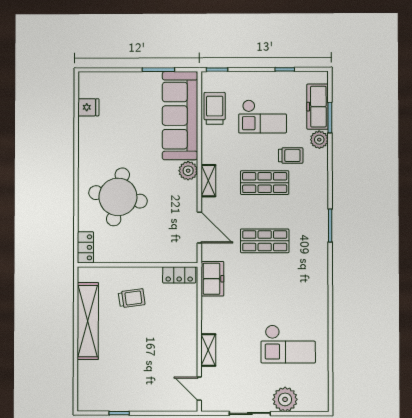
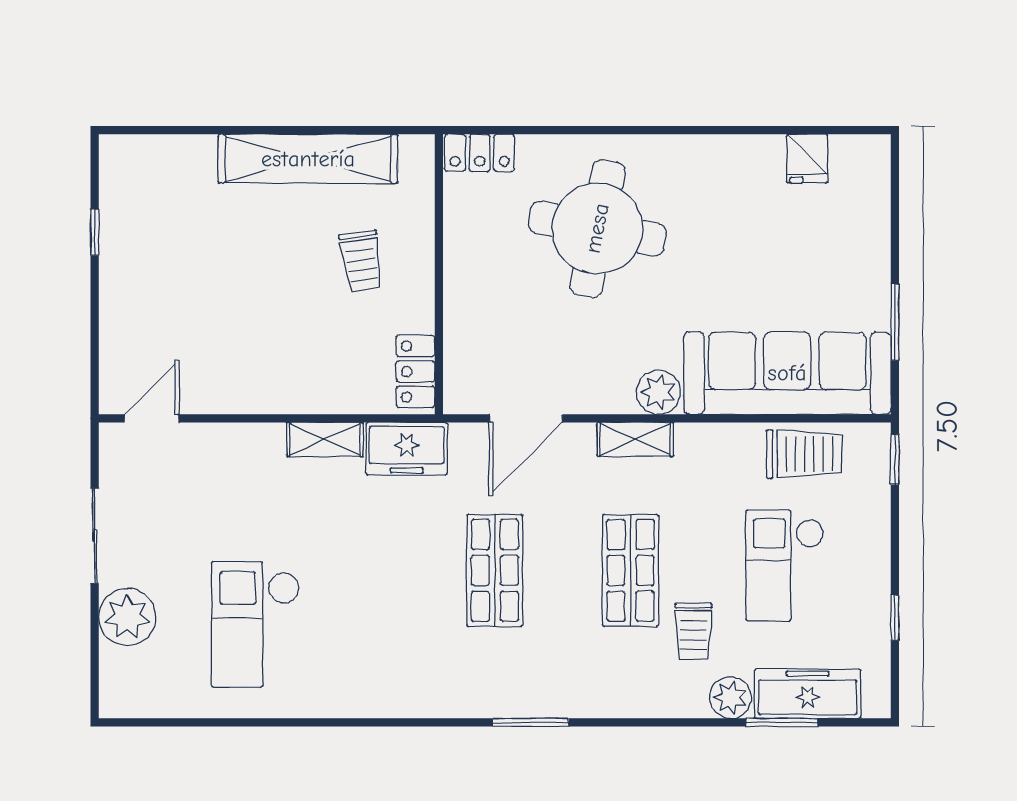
shelving: (208, 350) -> (325, 439), moved

